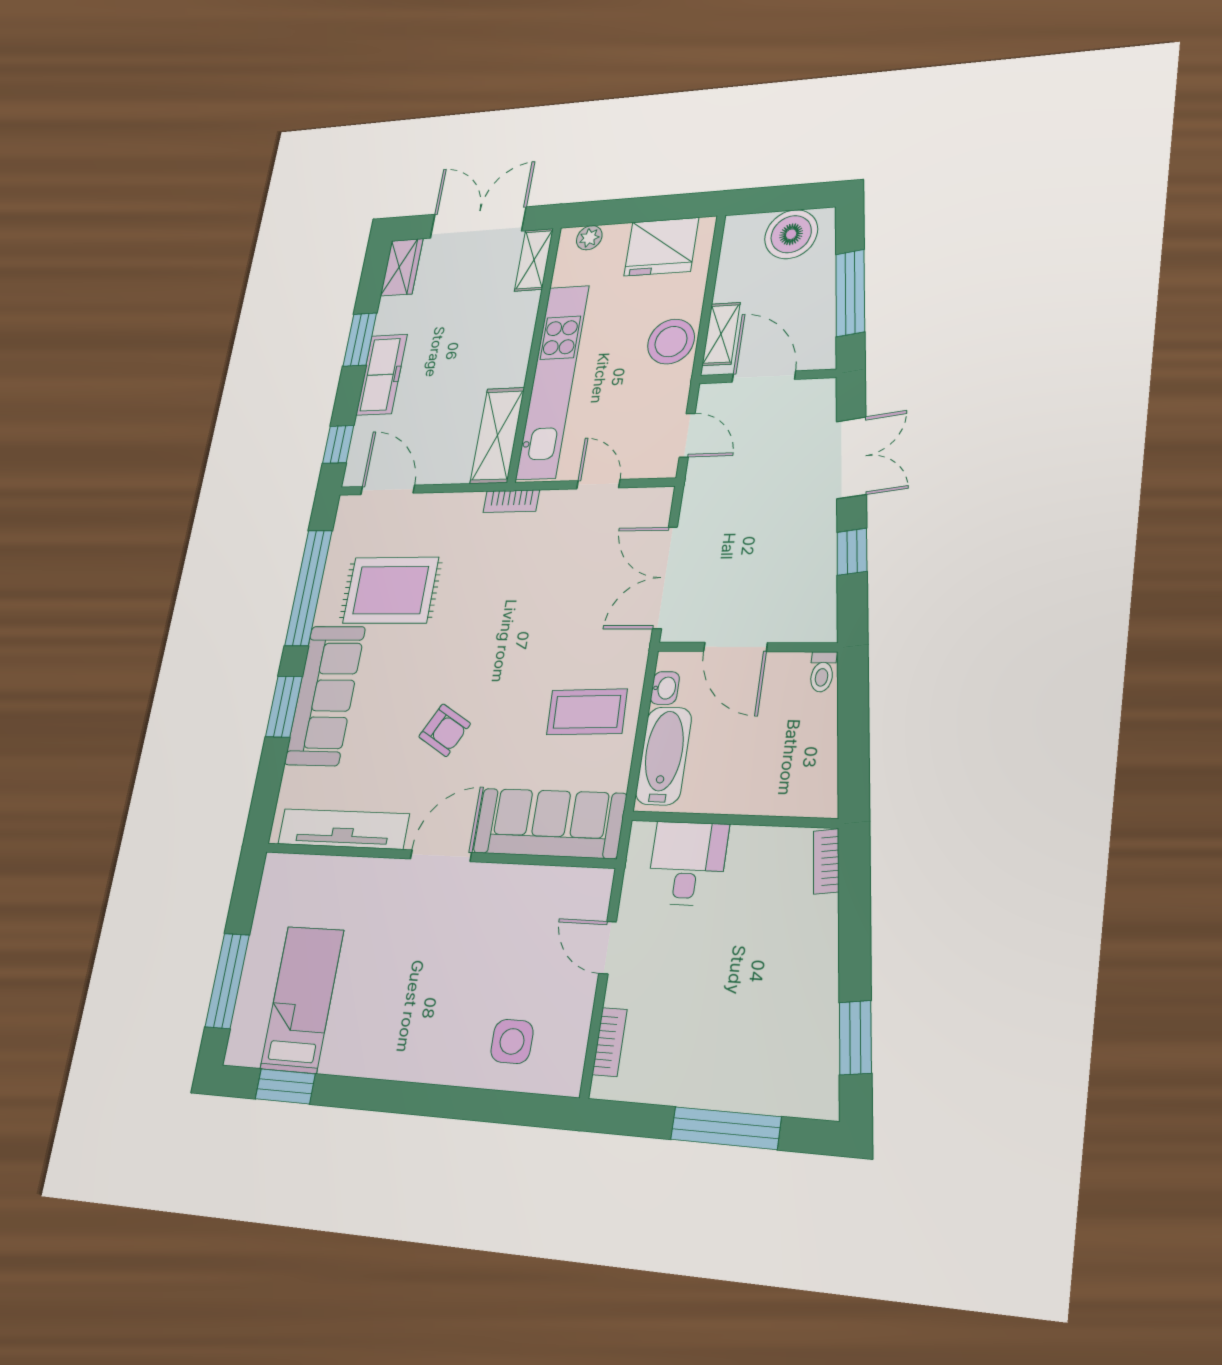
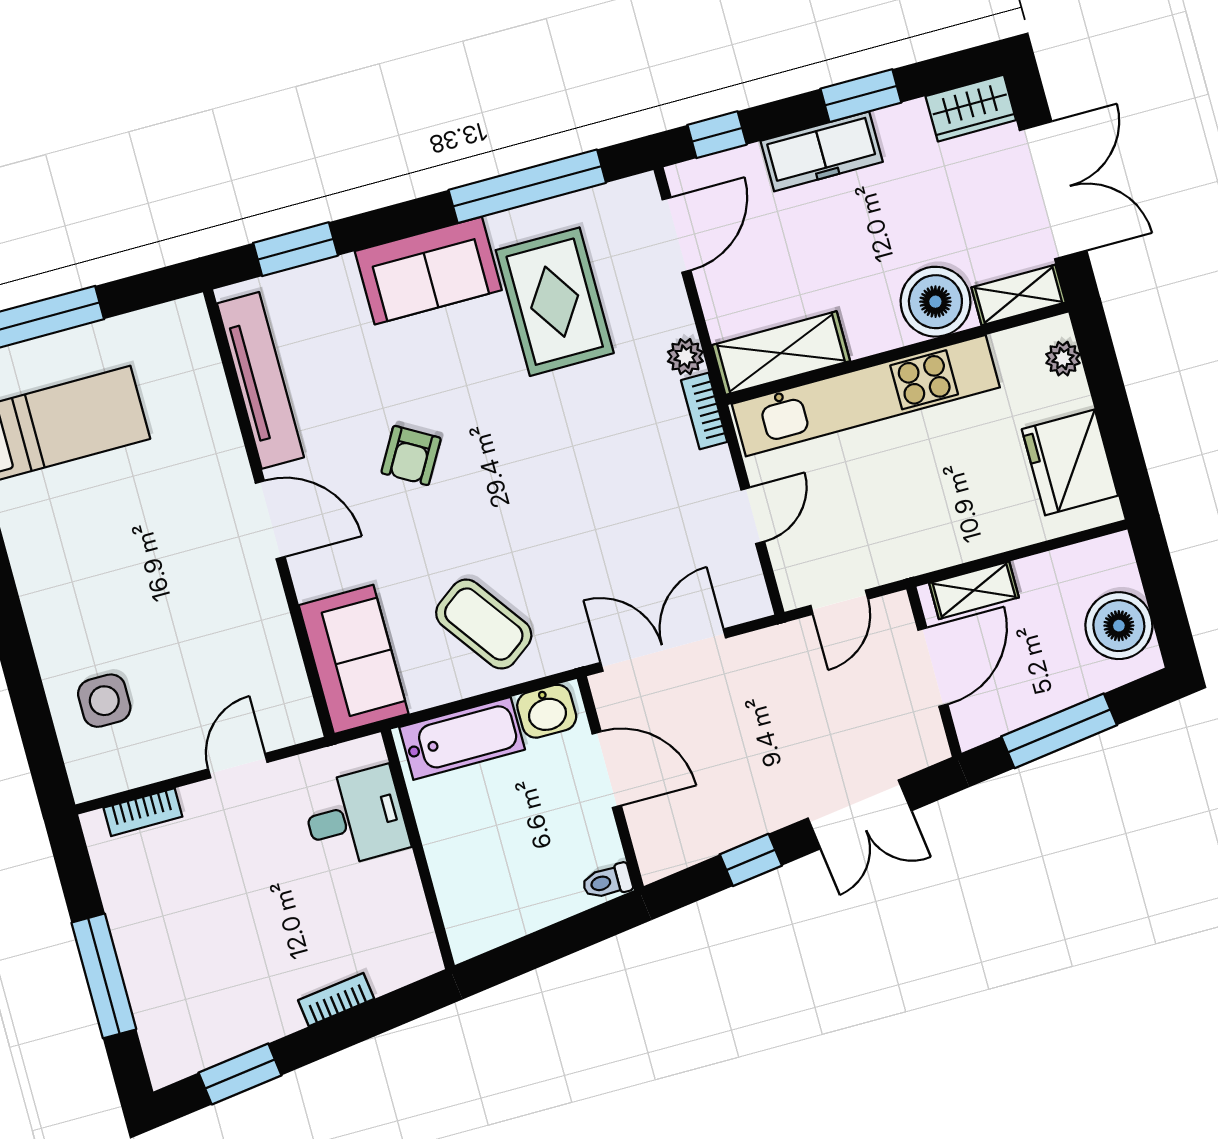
boiler: (512, 318) -> (935, 302), added
stool: (671, 342) -> (951, 530), removed
plant: (469, 505) -> (685, 357), added
door: (735, 647) -> (607, 770), swing flipped
washbasin: (665, 688) -> (547, 711), width x1.38, depth x1.45
sofa: (325, 695) -> (428, 271), width x0.73
window: (284, 707) -> (296, 249), moved
coffee table: (587, 712) -> (484, 624), turned -34
sofa: (549, 823) -> (354, 659), width x0.73
bookcase: (826, 861) -> (336, 1000), moved

